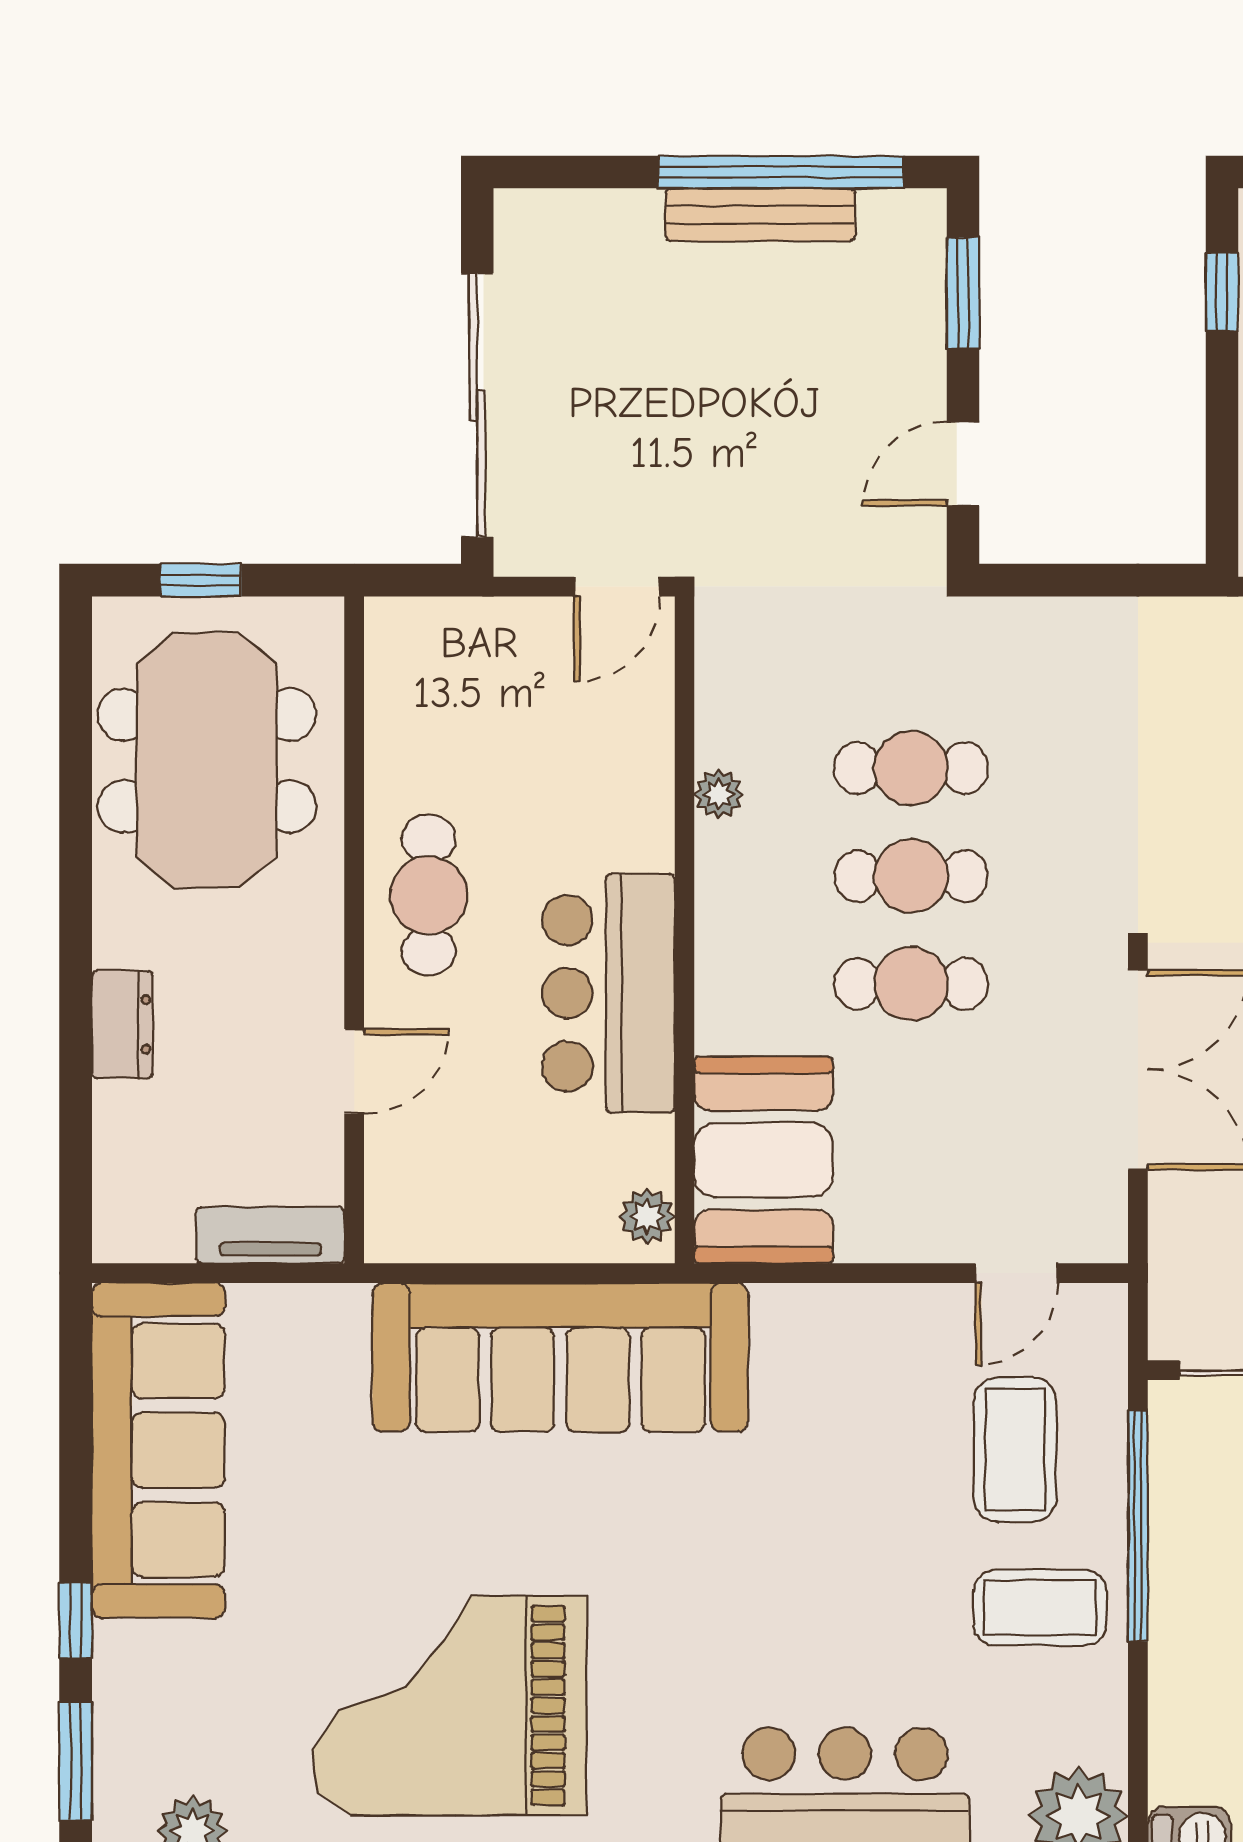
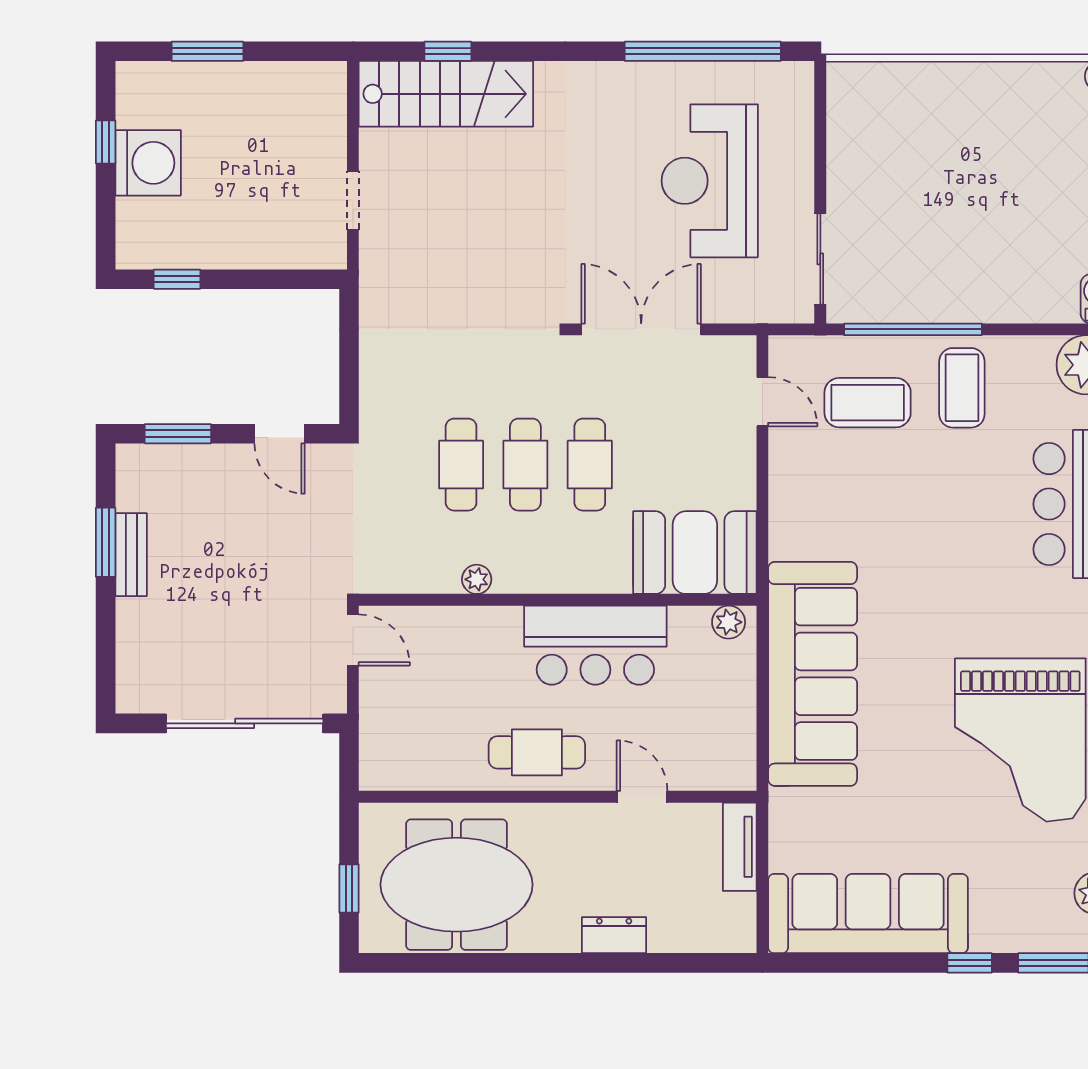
window: (781, 172) -> (106, 542), width x0.47
bench: (760, 215) -> (131, 555), width x0.73

